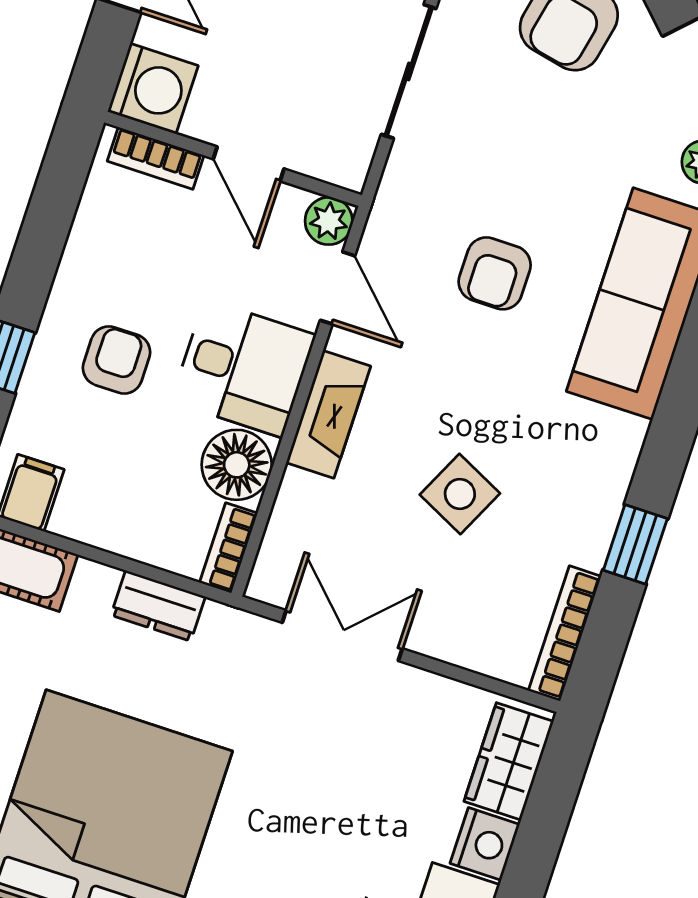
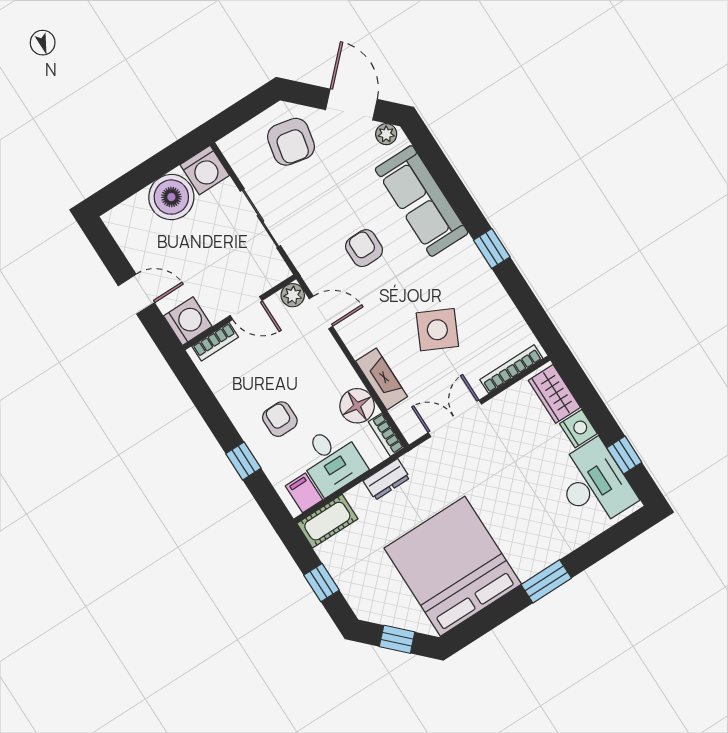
armchair: (495, 273) -> (364, 248), turned 180
desk: (243, 368) -> (332, 460), moved, turned 90
fireplace: (328, 414) -> (382, 379), moved
side table: (460, 494) -> (437, 330), width x1.37, depth x1.37
window: (635, 544) -> (492, 249), moved
bookcase: (565, 634) -> (511, 369), moved, turned 90

